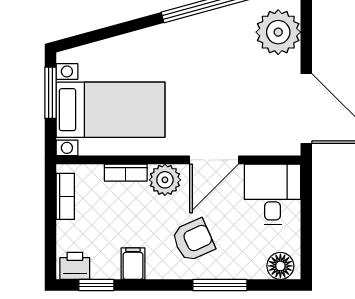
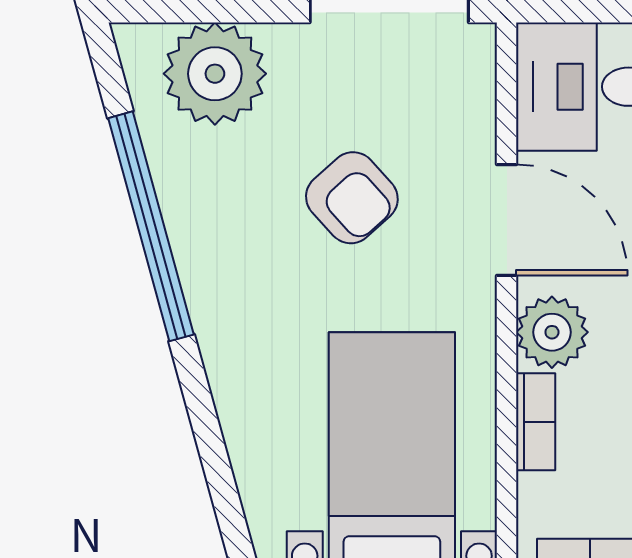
armchair: (224, 92) -> (352, 198), added

